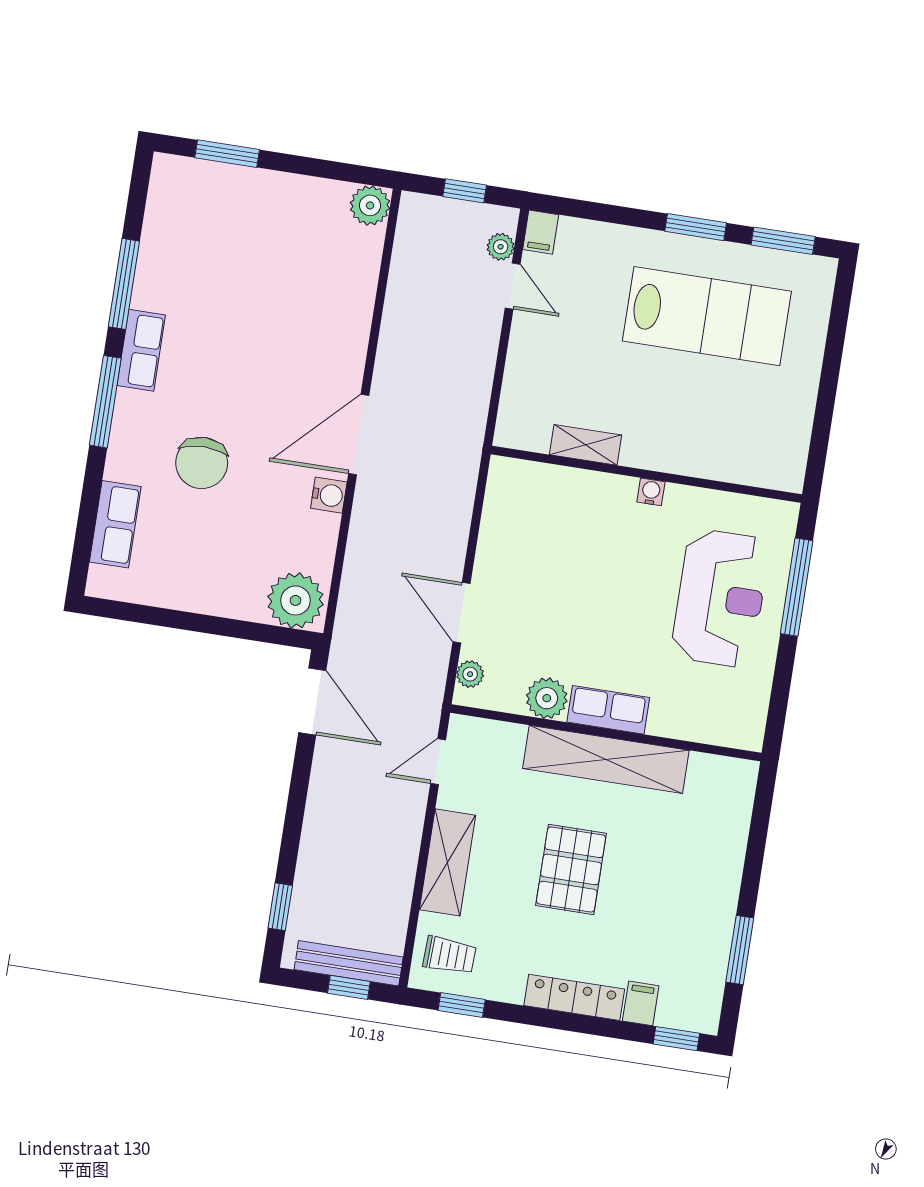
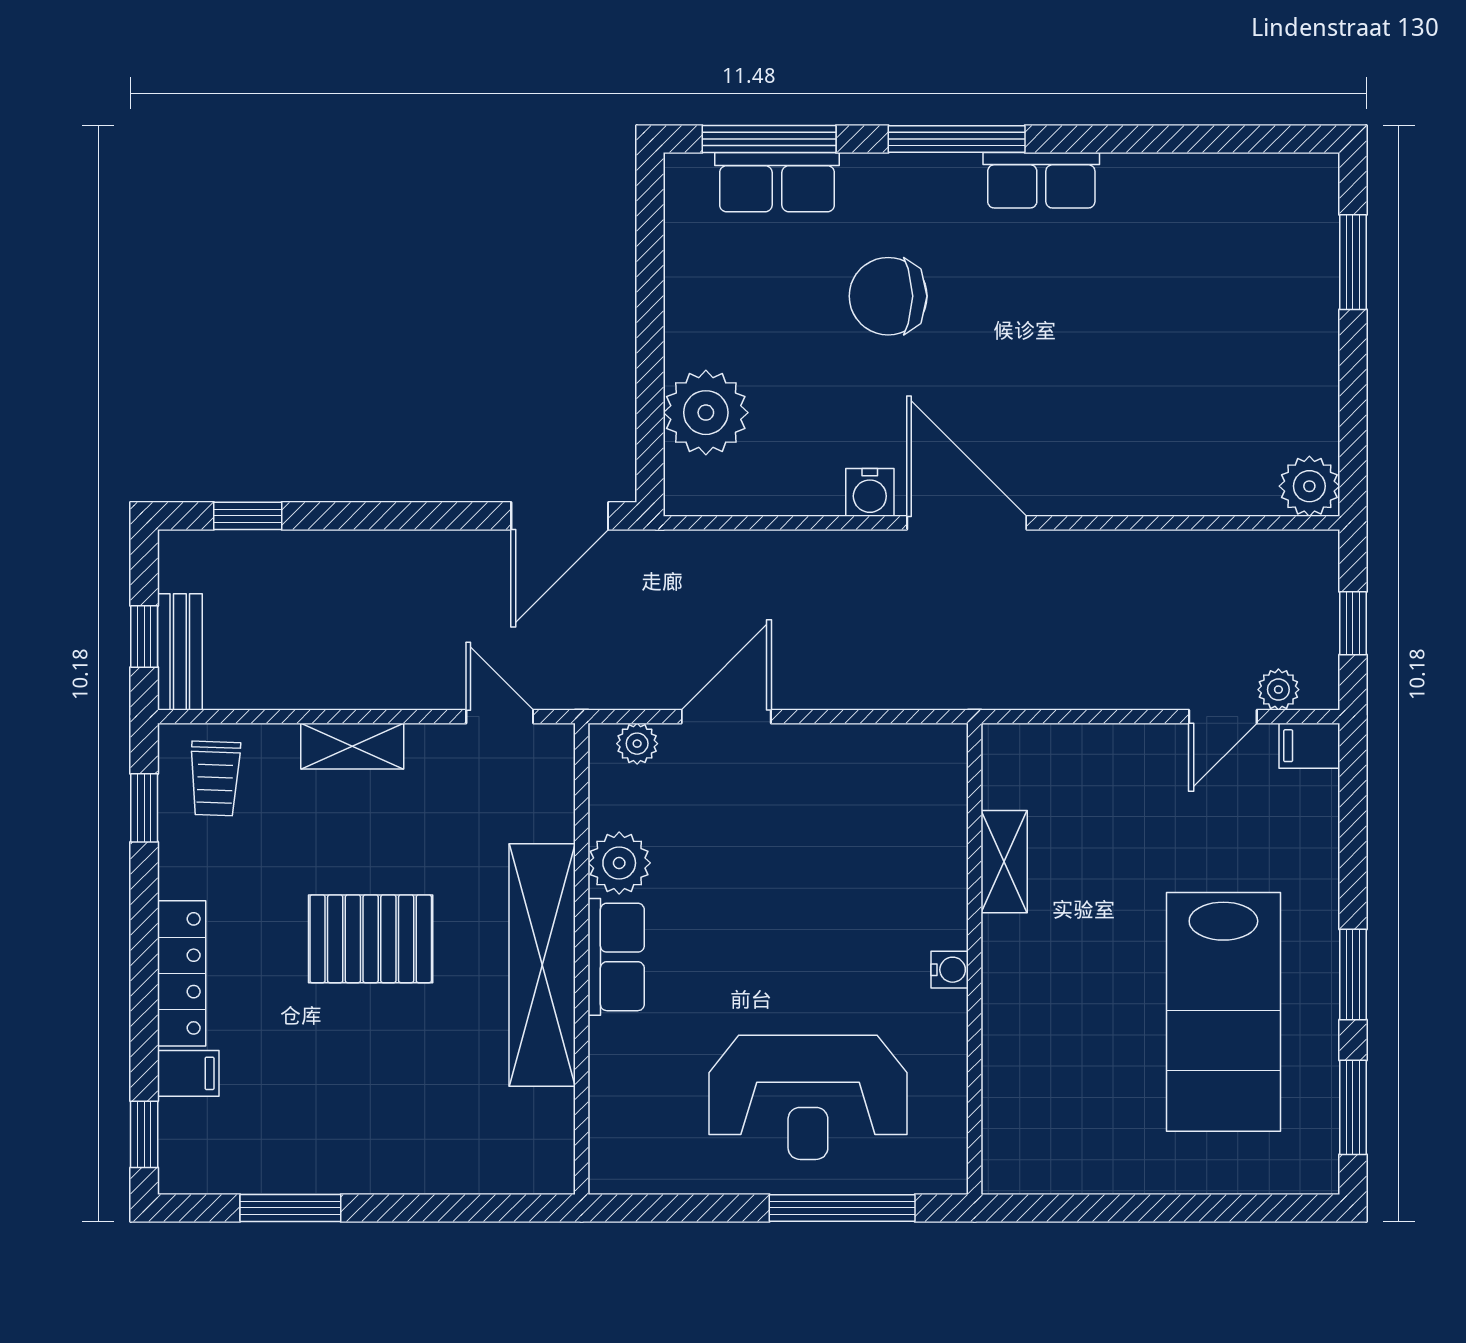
window: (124, 284) -> (769, 139), moved
plant: (295, 600) -> (706, 413), moved
shelving: (447, 862) -> (352, 746), width x0.67, depth x0.75
bench: (349, 963) -> (180, 652), width x0.73

